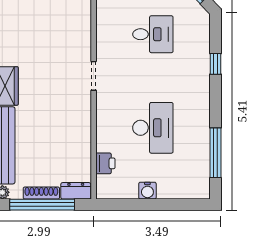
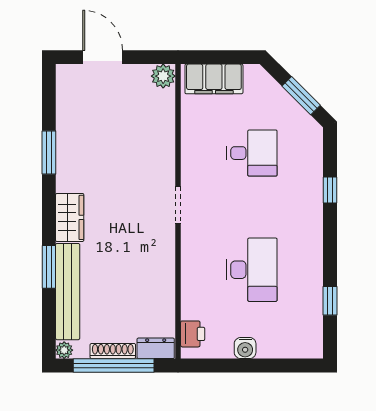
window: (215, 153) -> (330, 301), width x0.46
printer: (105, 163) -> (193, 334), moved

